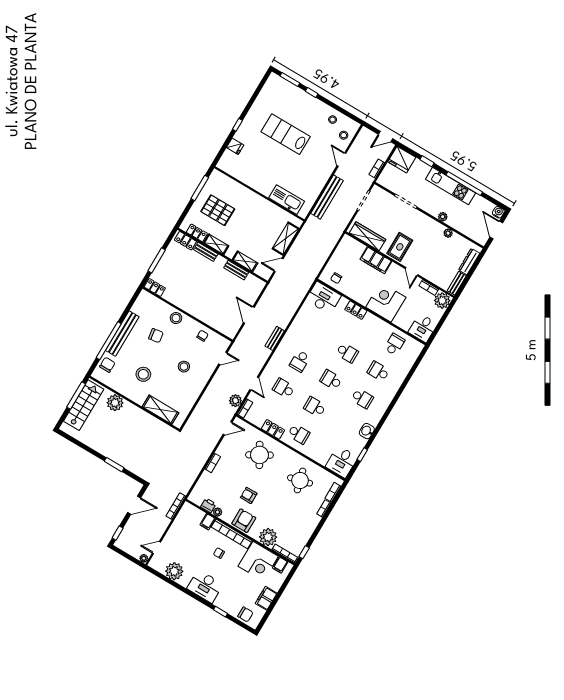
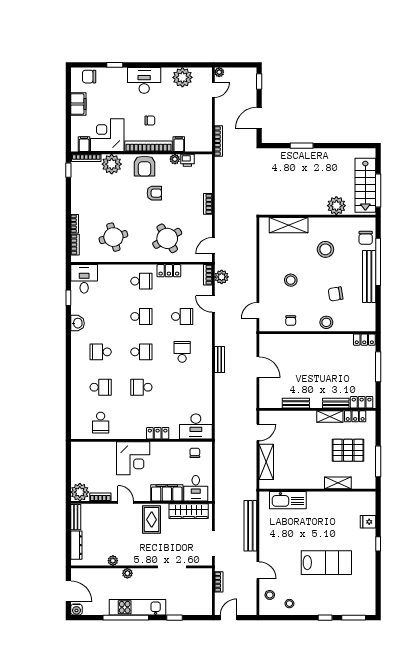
fridge: (402, 160) -> (200, 605), removed
shelving: (245, 261) -> (338, 483), moved
desk: (423, 328) -> (196, 488), moved, turned 180
school desk: (299, 434) -> (141, 281), turned 180

